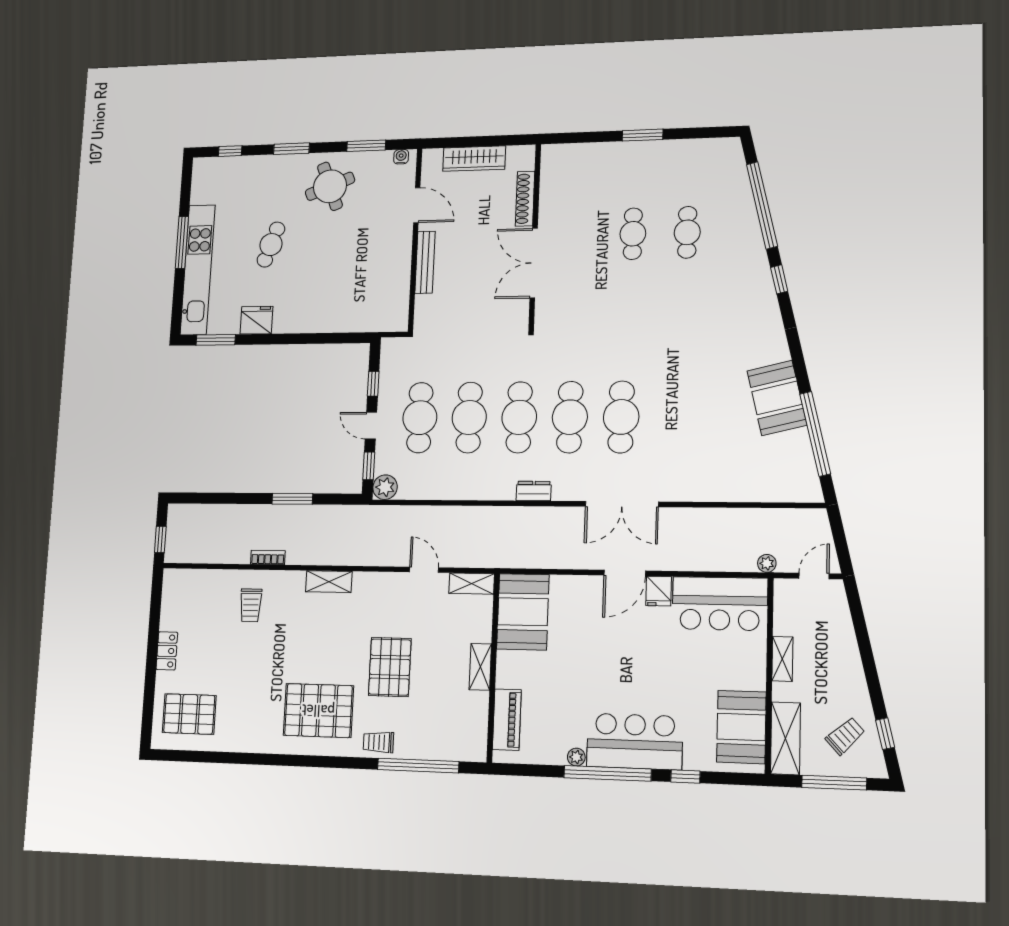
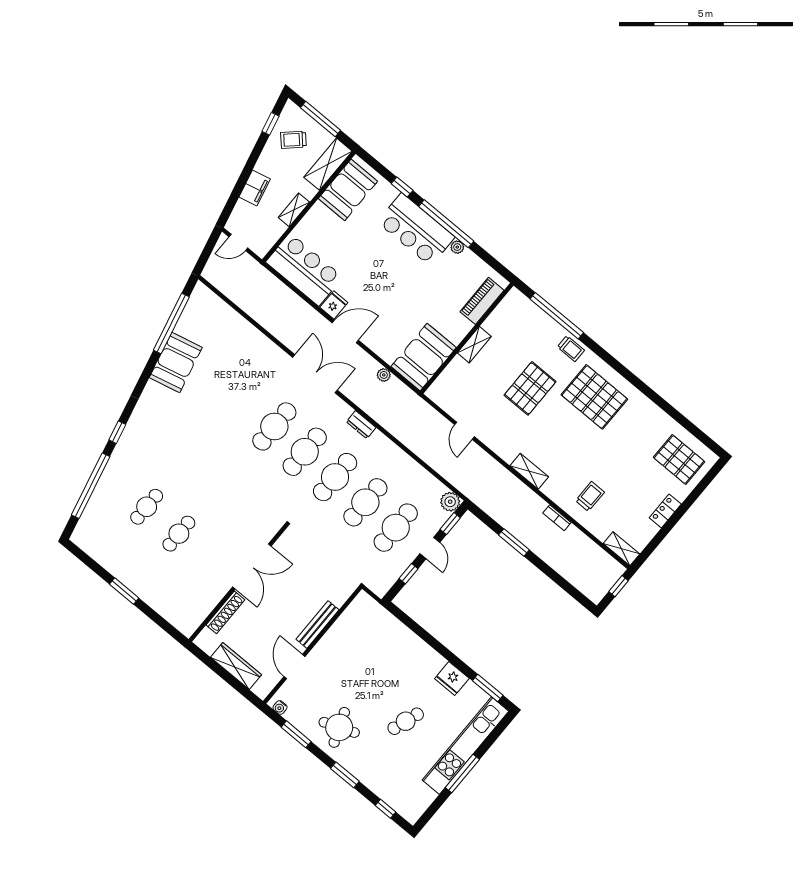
plant: (767, 563) -> (384, 375), moved
shelving: (472, 584) -> (621, 549), moved
filing cabinet: (844, 649) -> (255, 188), added

